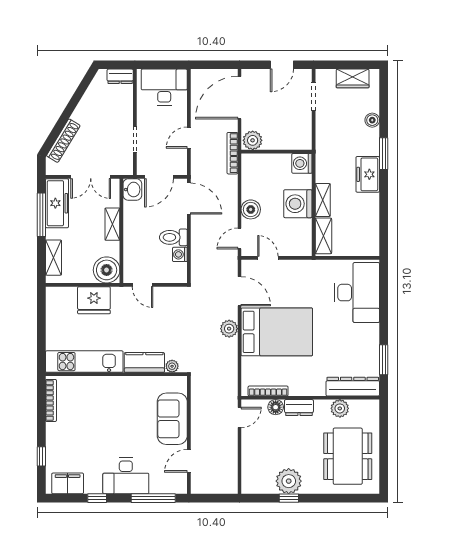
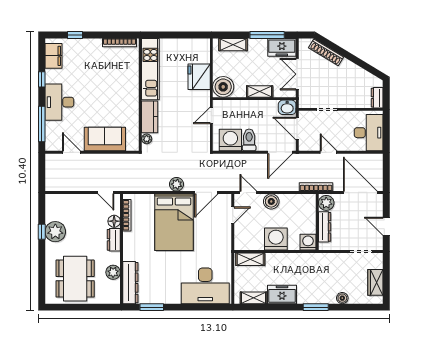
dresser: (283, 142) -> (325, 227), added
freezer: (368, 174) -> (282, 294), moved
shelving: (323, 200) -> (253, 298), moved
freezer: (57, 203) -> (282, 47), width x0.71
washing machine: (180, 254) -> (230, 140), width x1.89, depth x1.89
dining table: (348, 456) -> (75, 279), turned 90

